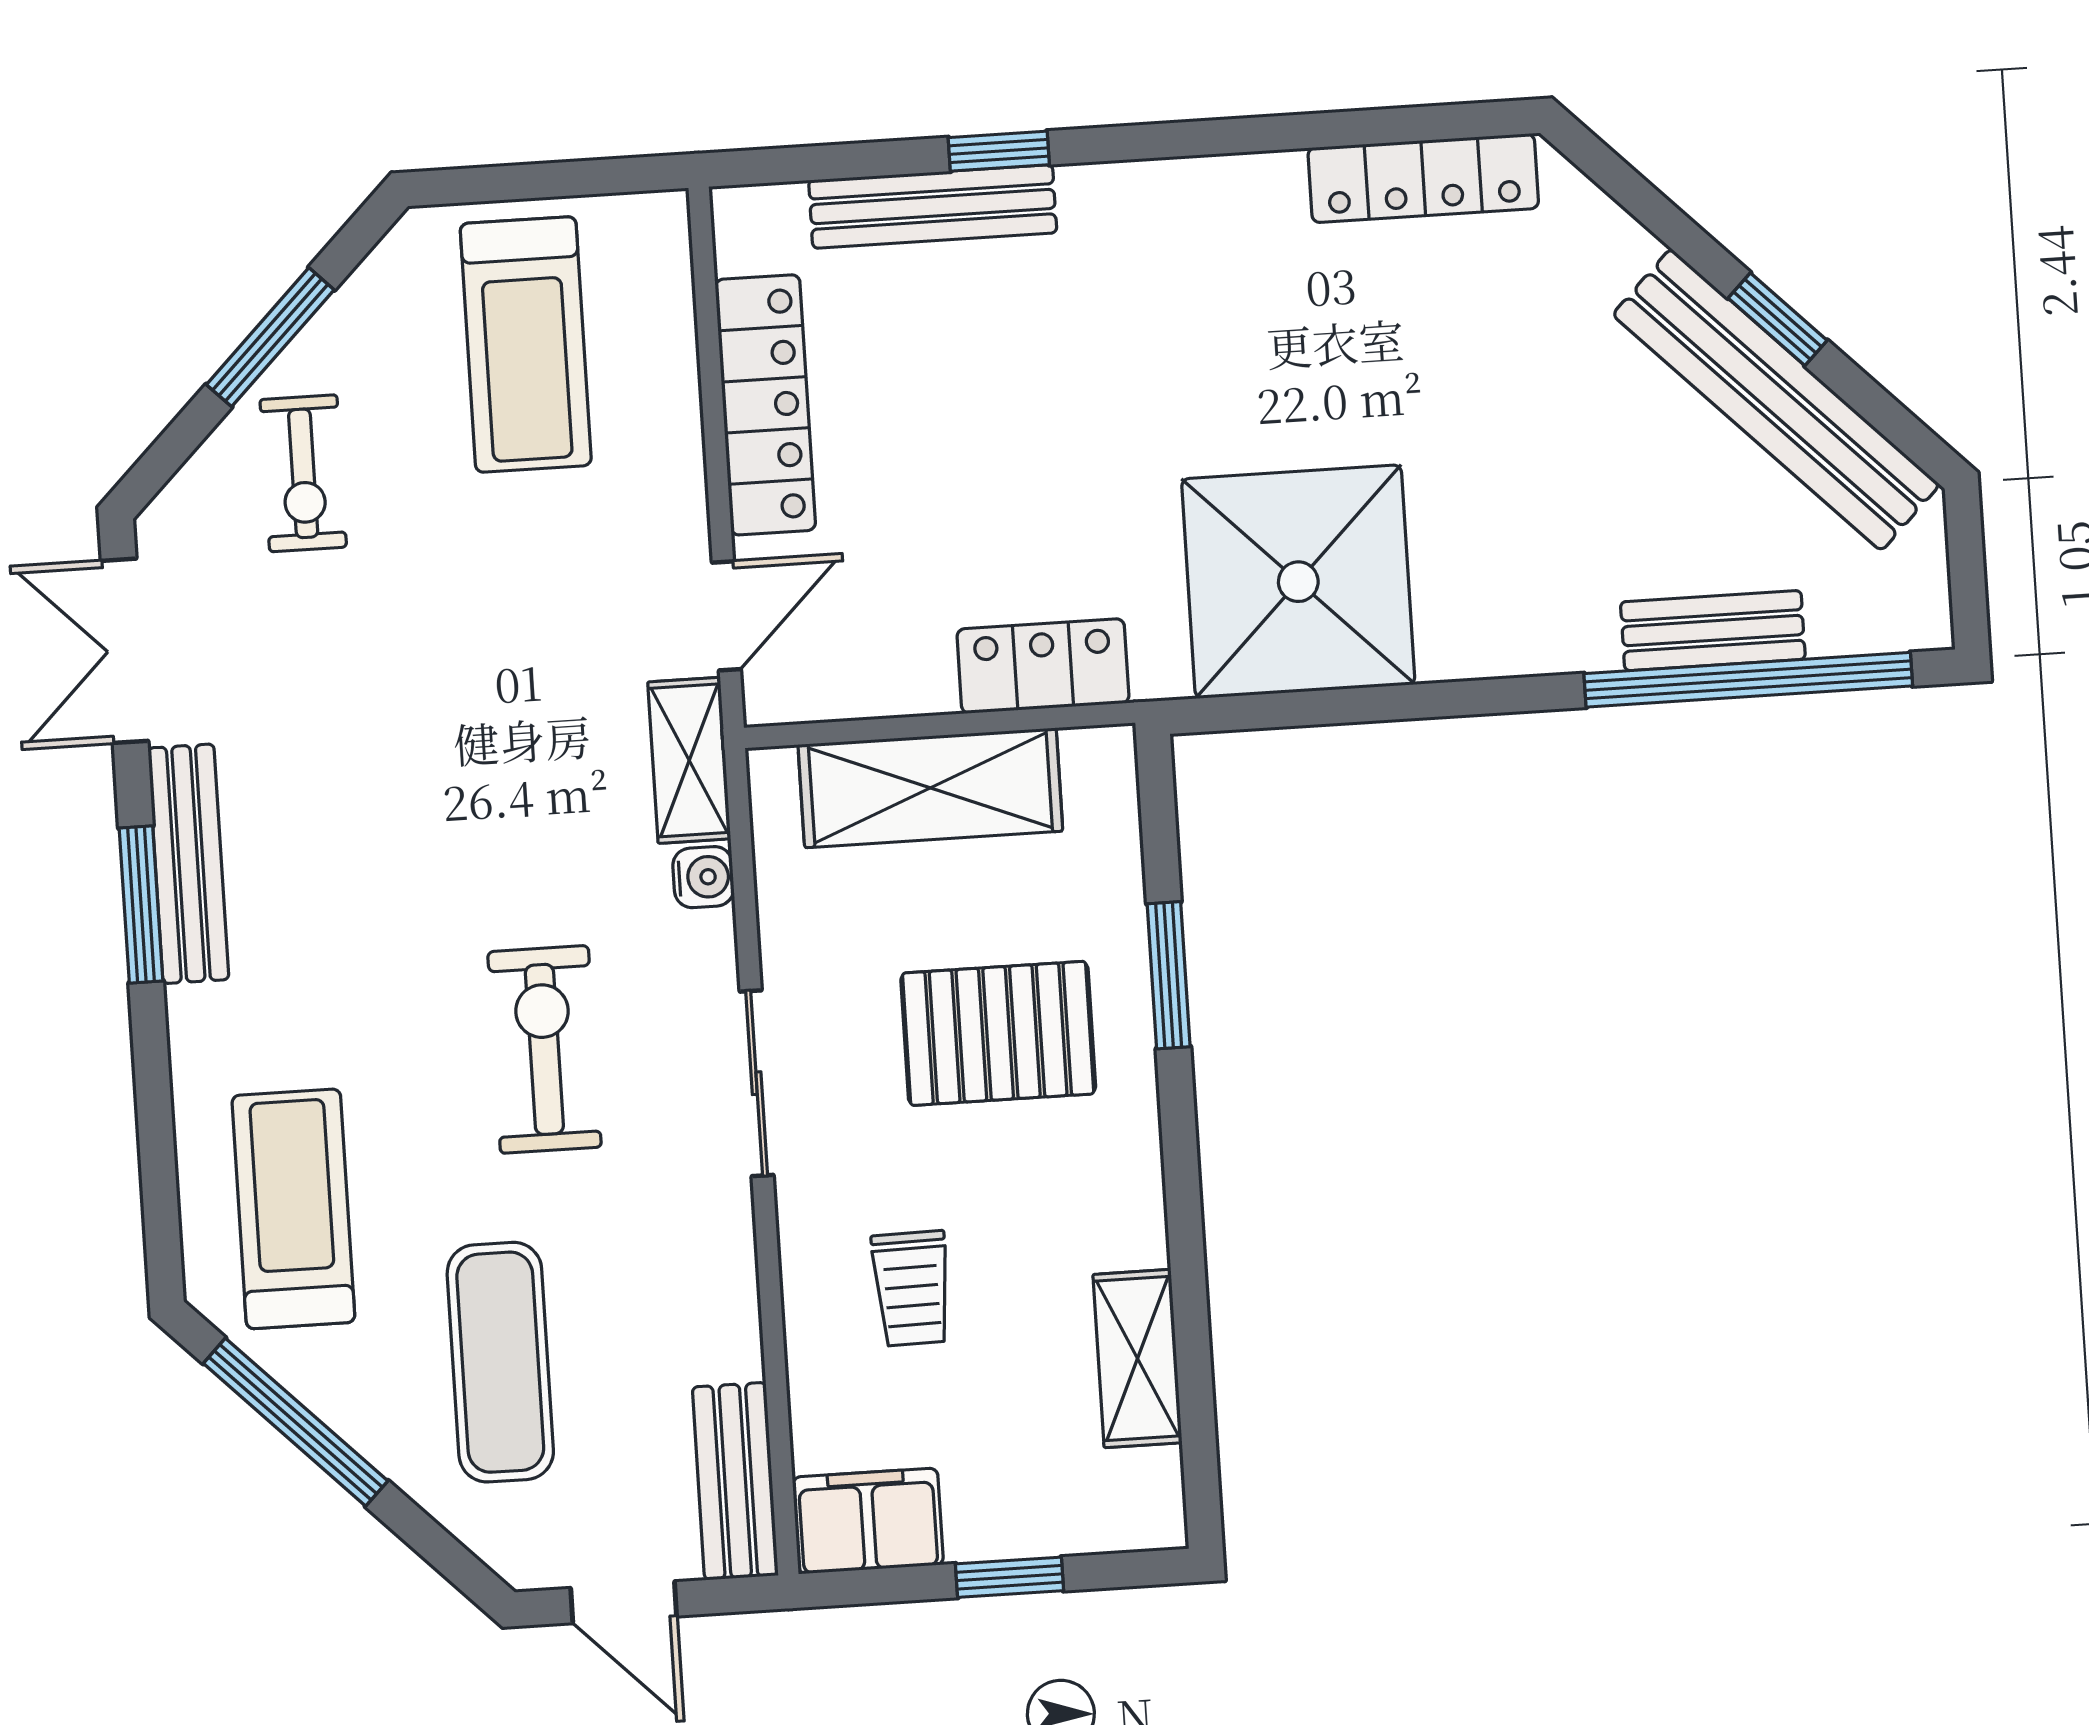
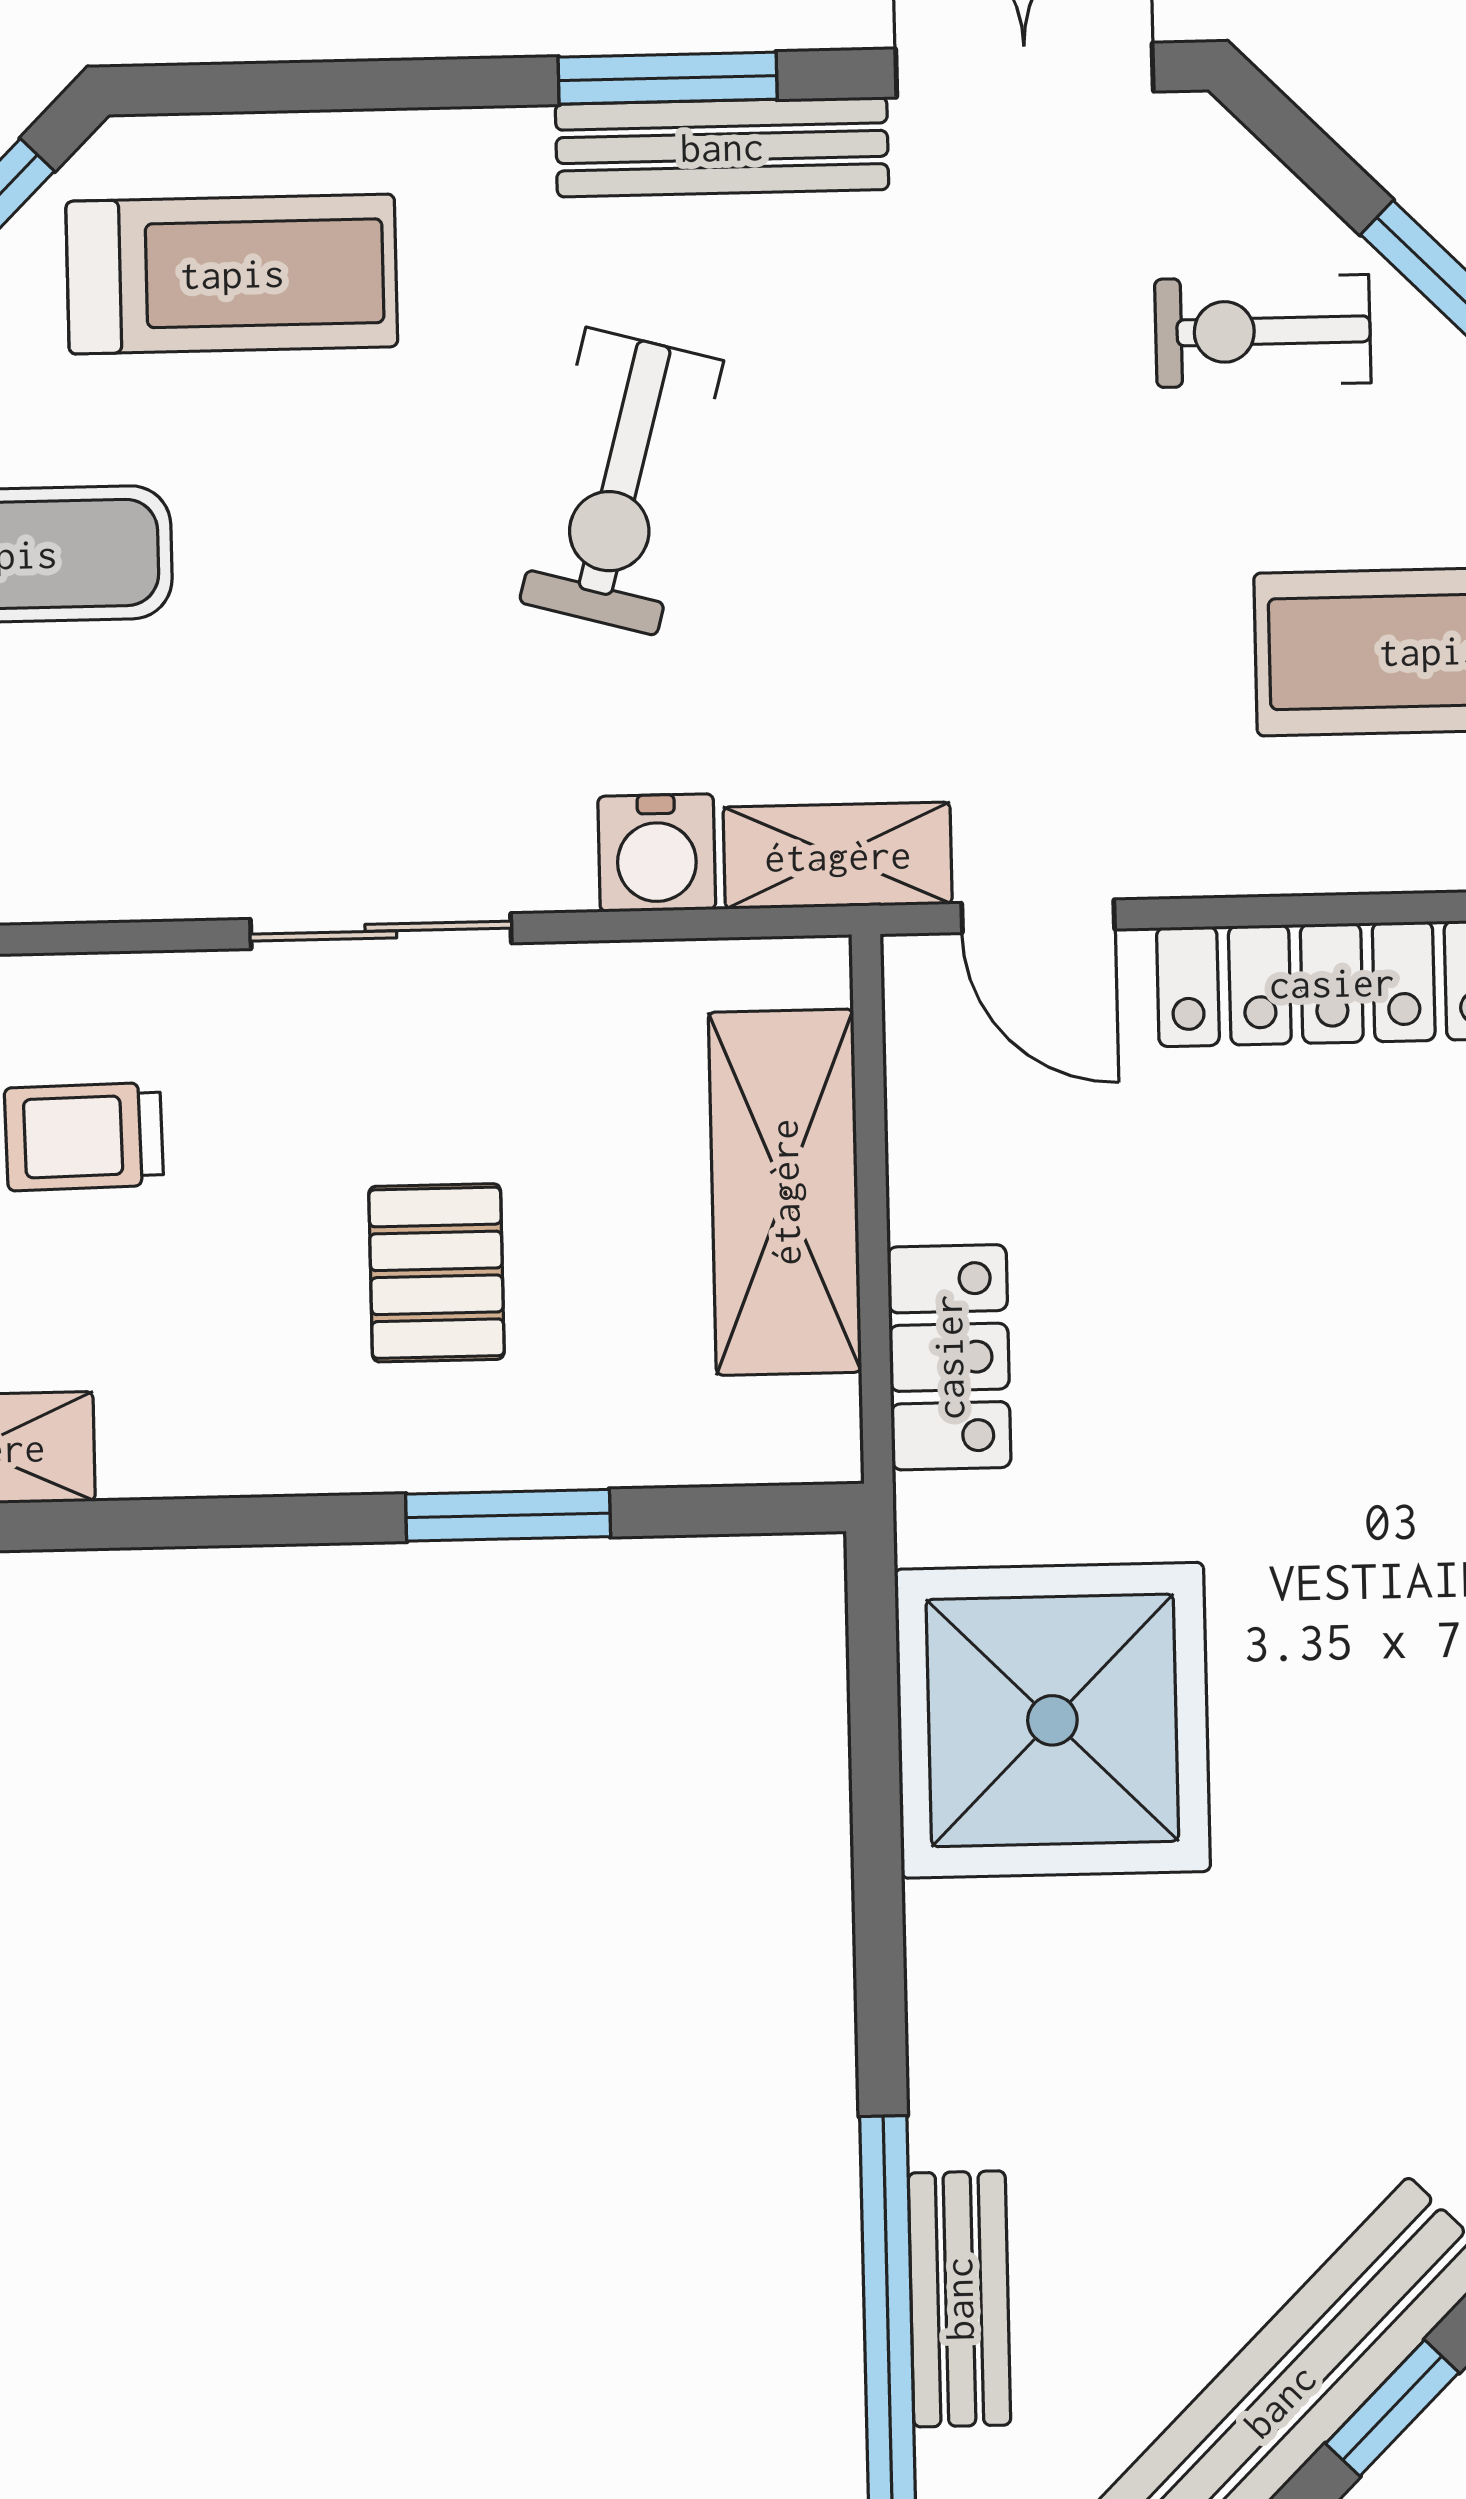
water cooler: (703, 877) -> (657, 853), width x1.38, depth x1.38
pallet: (998, 1033) -> (436, 1273), width x0.67, depth x0.71
exercise bike: (544, 1049) -> (621, 482), moved, turned 105

